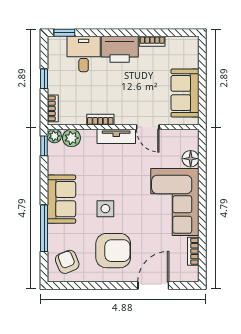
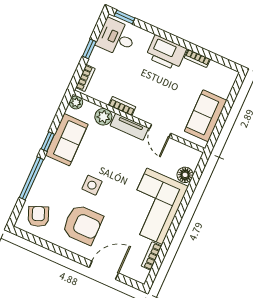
desk: (84, 54) -> (116, 38), moved, turned -90
plant: (71, 138) -> (103, 117), moved
window: (44, 146) -> (48, 142), moved
sofa: (62, 199) -> (67, 140), moved

